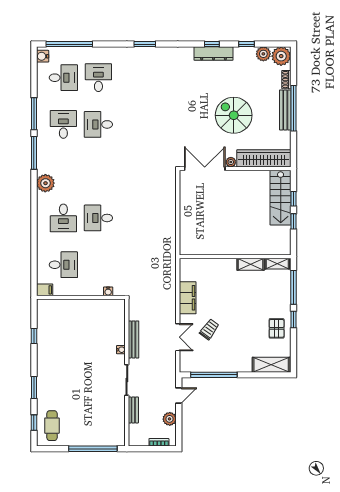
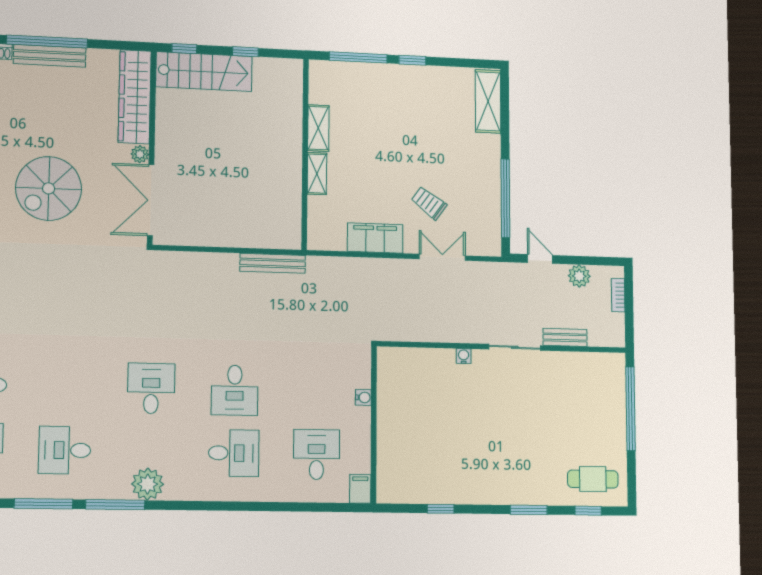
spiral stairs: (234, 115) -> (49, 188), moved
desk: (98, 124) -> (151, 388), moved, turned 180
plant: (45, 183) -> (148, 484), moved
window: (293, 199) -> (184, 49), moved
shelving: (277, 264) -> (317, 174), moved
water cooler: (108, 291) -> (363, 397), moved
pallet: (277, 328) -> (427, 89), removed
bench: (134, 339) -> (273, 263), moved

